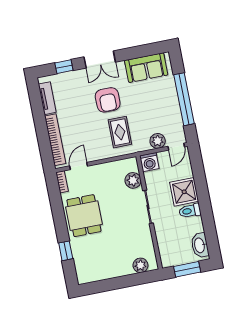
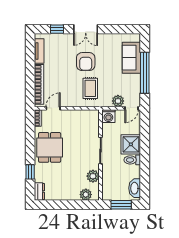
sofa: (146, 68) -> (131, 58), moved, turned 90
plant: (133, 180) -> (93, 176), moved
dresser: (82, 273) -> (39, 192), added

